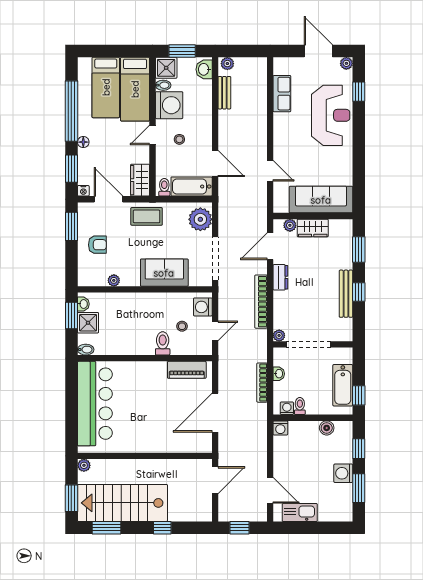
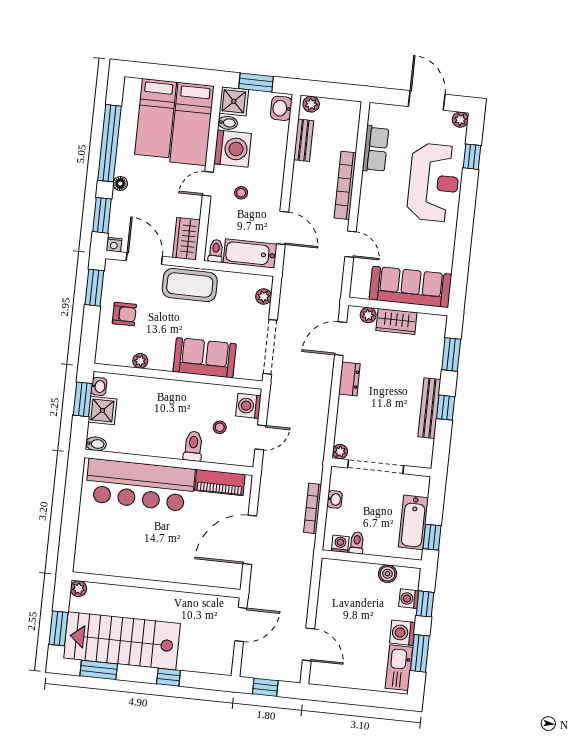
coffee table: (147, 216) -> (190, 285), width x1.36, depth x1.32
plant: (200, 219) -> (264, 296), width x0.53, depth x0.53
bookcase: (261, 302) -> (345, 185), moved
bar counter: (95, 404) -> (140, 485), moved, turned 90
washing machine: (280, 428) -> (409, 599), moved, turned 90
kitchen sink: (300, 512) -> (399, 668), moved, turned -90

